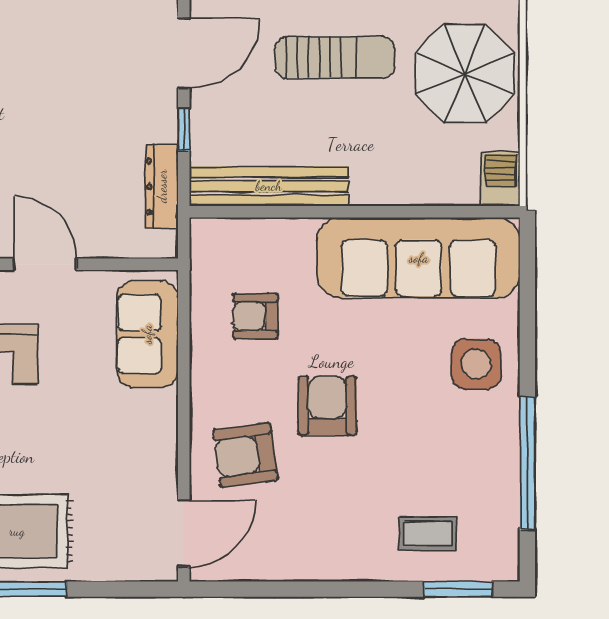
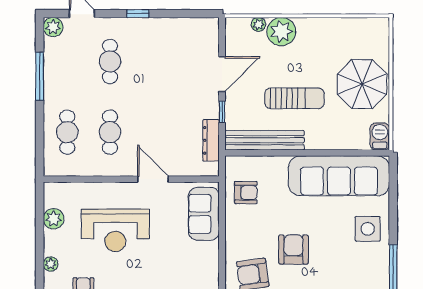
sun lounger: (335, 57) -> (295, 98), moved
armchair: (255, 316) -> (246, 193), moved, turned 180

